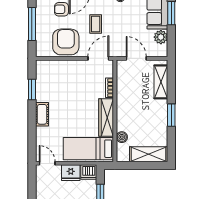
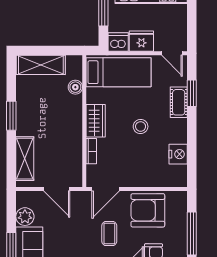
armchair: (66, 42) -> (148, 210), turned 90
nightstand: (42, 85) -> (178, 154), added
window: (32, 89) -> (192, 93), moved
stool: (71, 107) -> (141, 126), added
cot: (42, 114) -> (179, 102), moved
wardrobe: (106, 117) -> (96, 121), width x0.67

